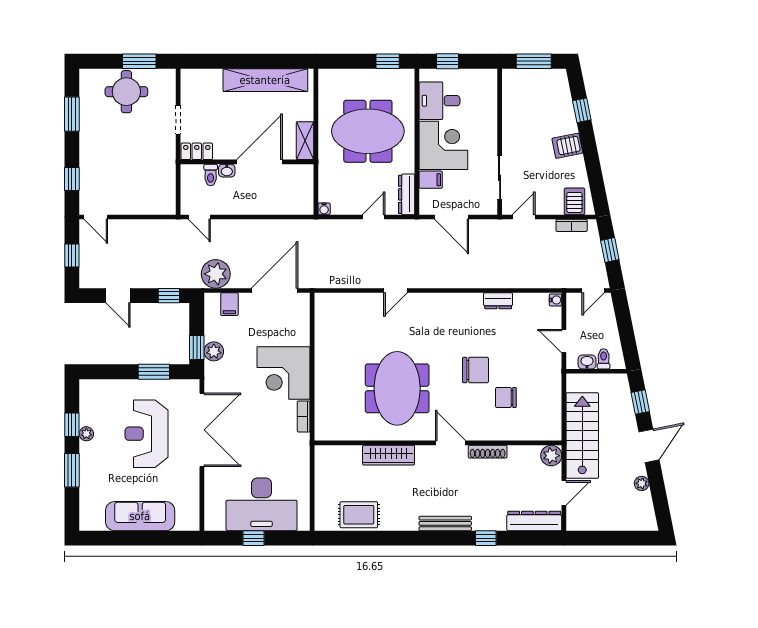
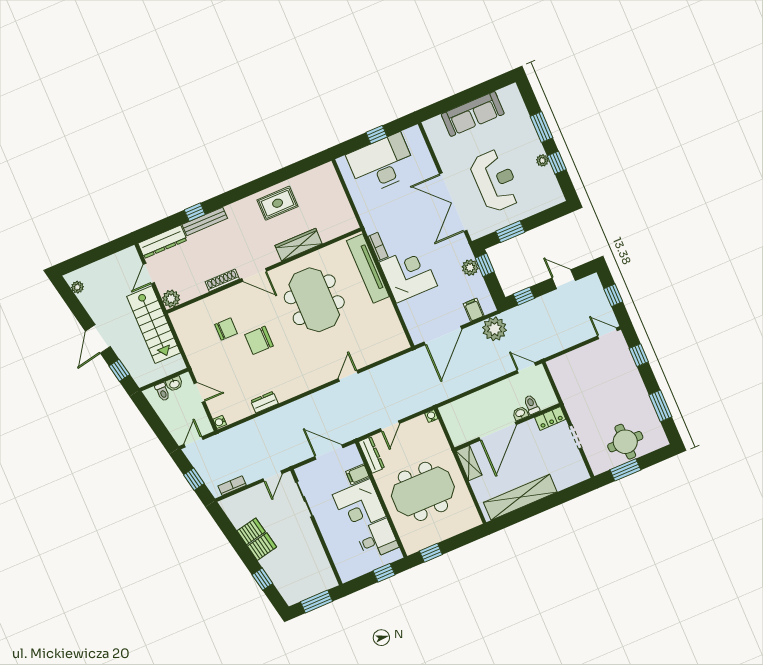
server rack: (574, 201) -> (251, 531), moved, turned -101
tv unit: (325, 397) -> (368, 269), added
plant: (642, 483) -> (77, 287), moved
rug: (359, 515) -> (278, 203), moved
bench: (445, 523) -> (205, 221), moved

